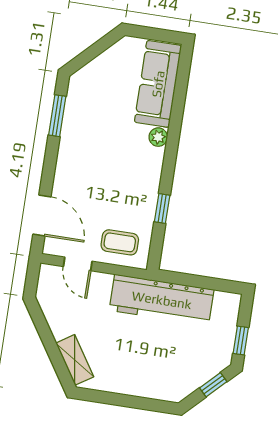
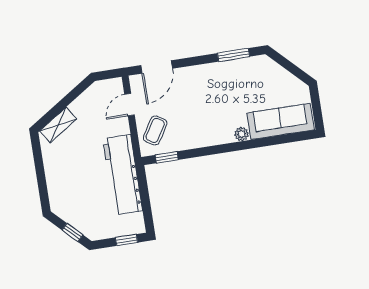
window: (162, 209) -> (167, 157), moved
coffee table: (120, 242) -> (155, 130), turned 32
window: (241, 341) -> (126, 240), moved

